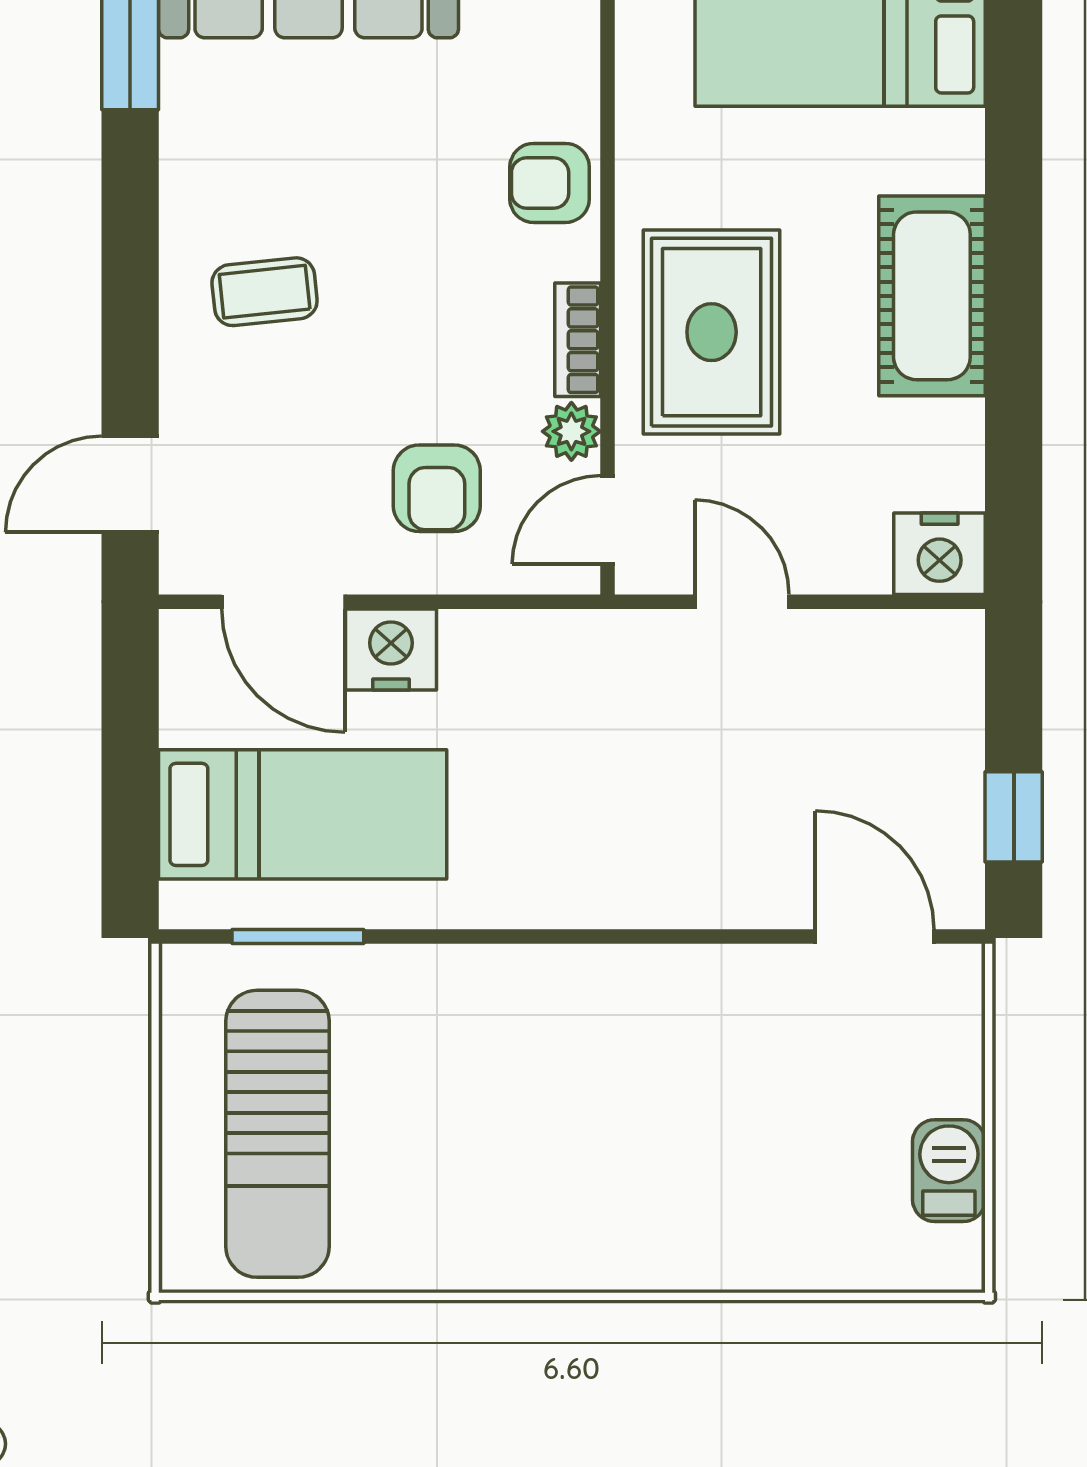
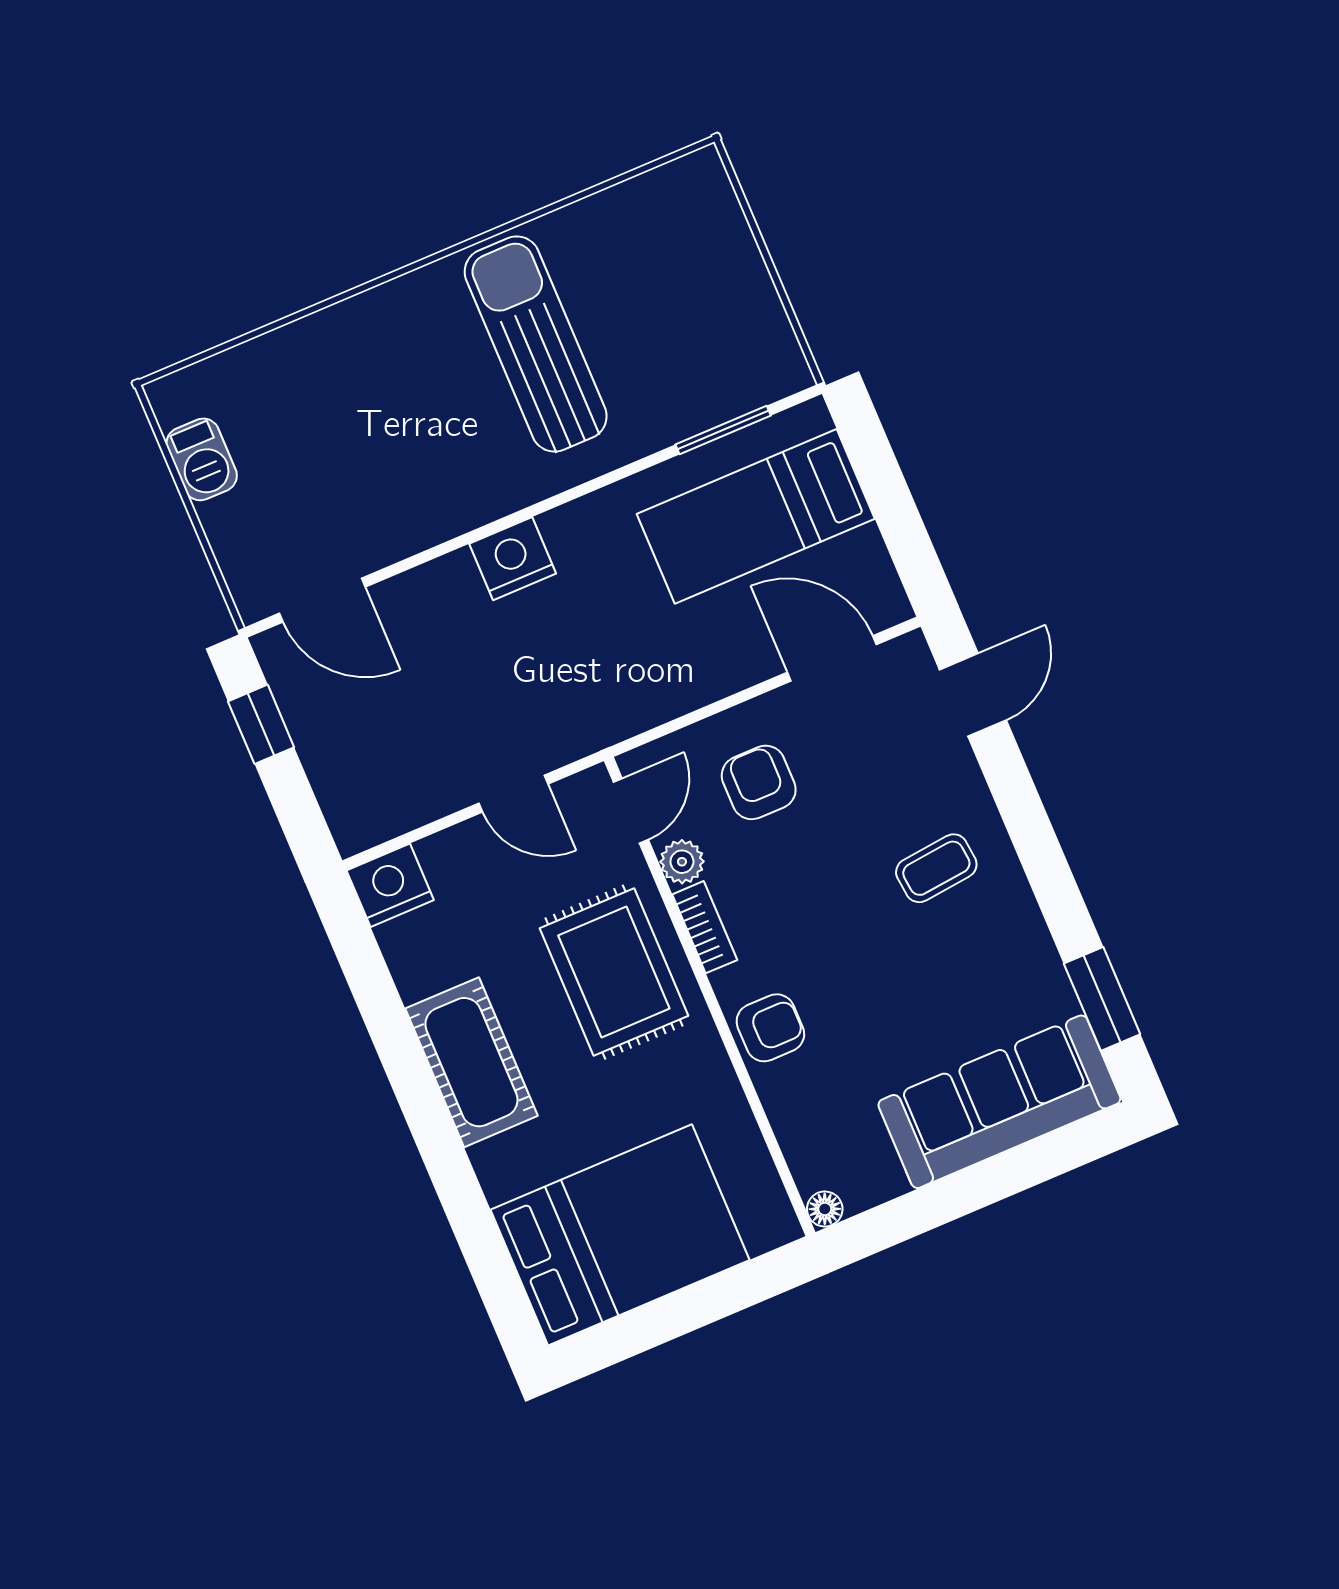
nightstand: (391, 650) -> (513, 559), moved, turned 180
sun lounger: (277, 1134) -> (536, 344), moved

